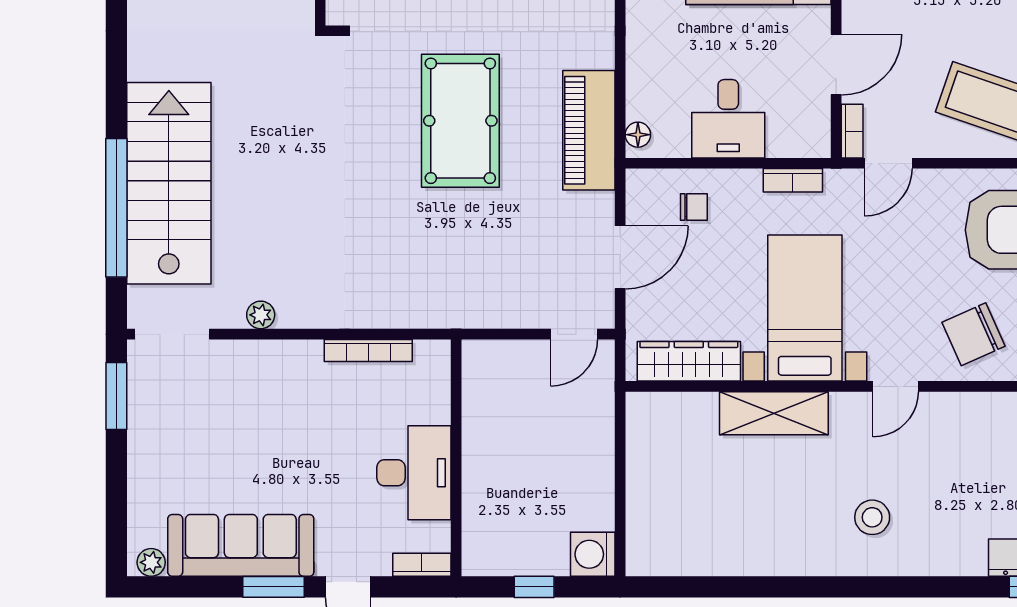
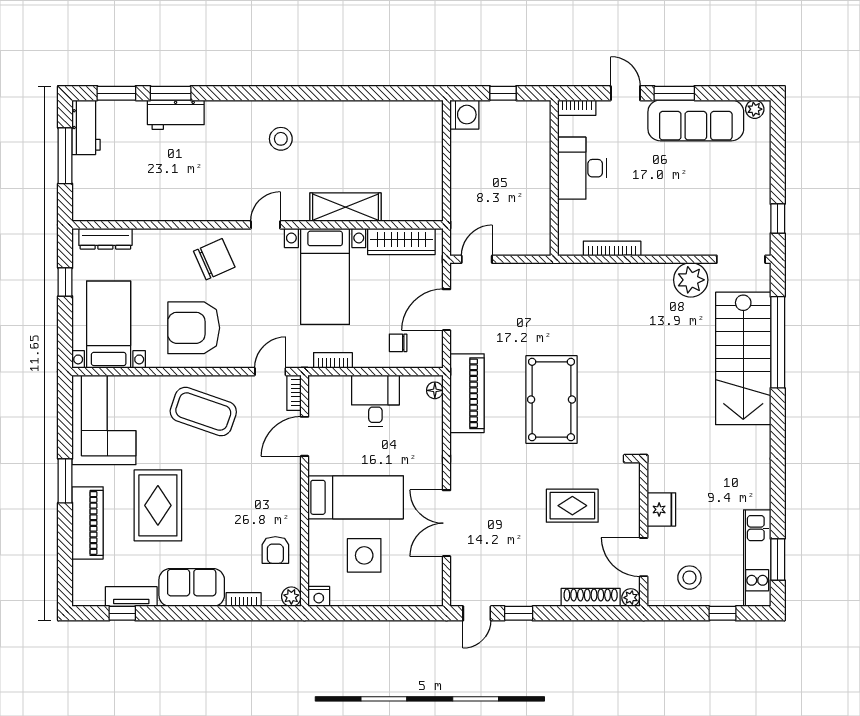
plant: (261, 315) -> (691, 280), width x1.88, depth x1.88
window: (116, 396) -> (778, 219), width x0.67

